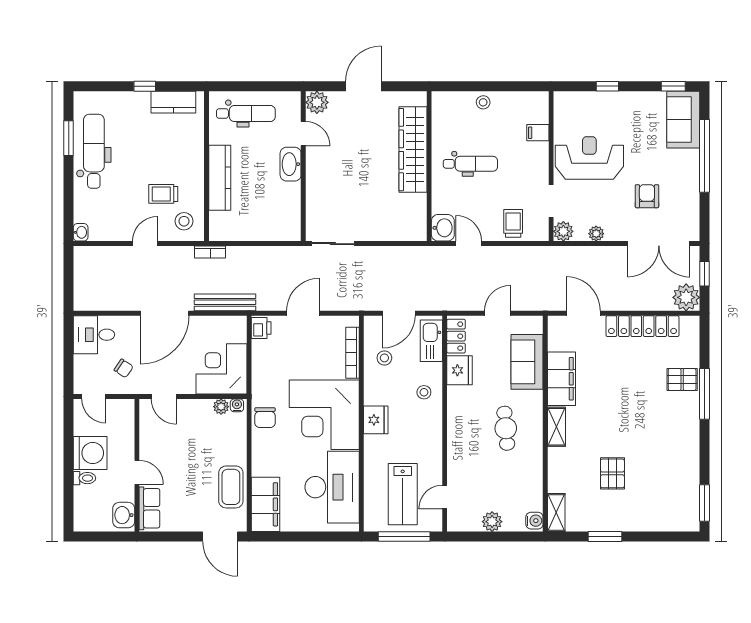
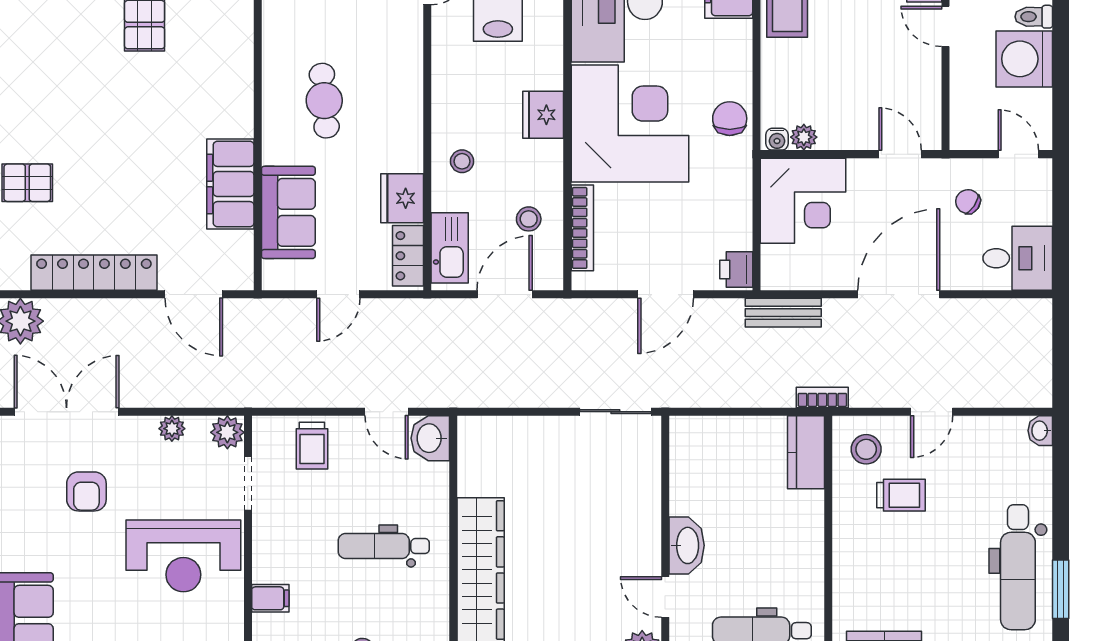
kitchen counter: (220, 178) -> (806, 452), moved, width x0.67
bench: (225, 302) -> (783, 313), width x0.73
shelving: (556, 427) -> (239, 103), removed

